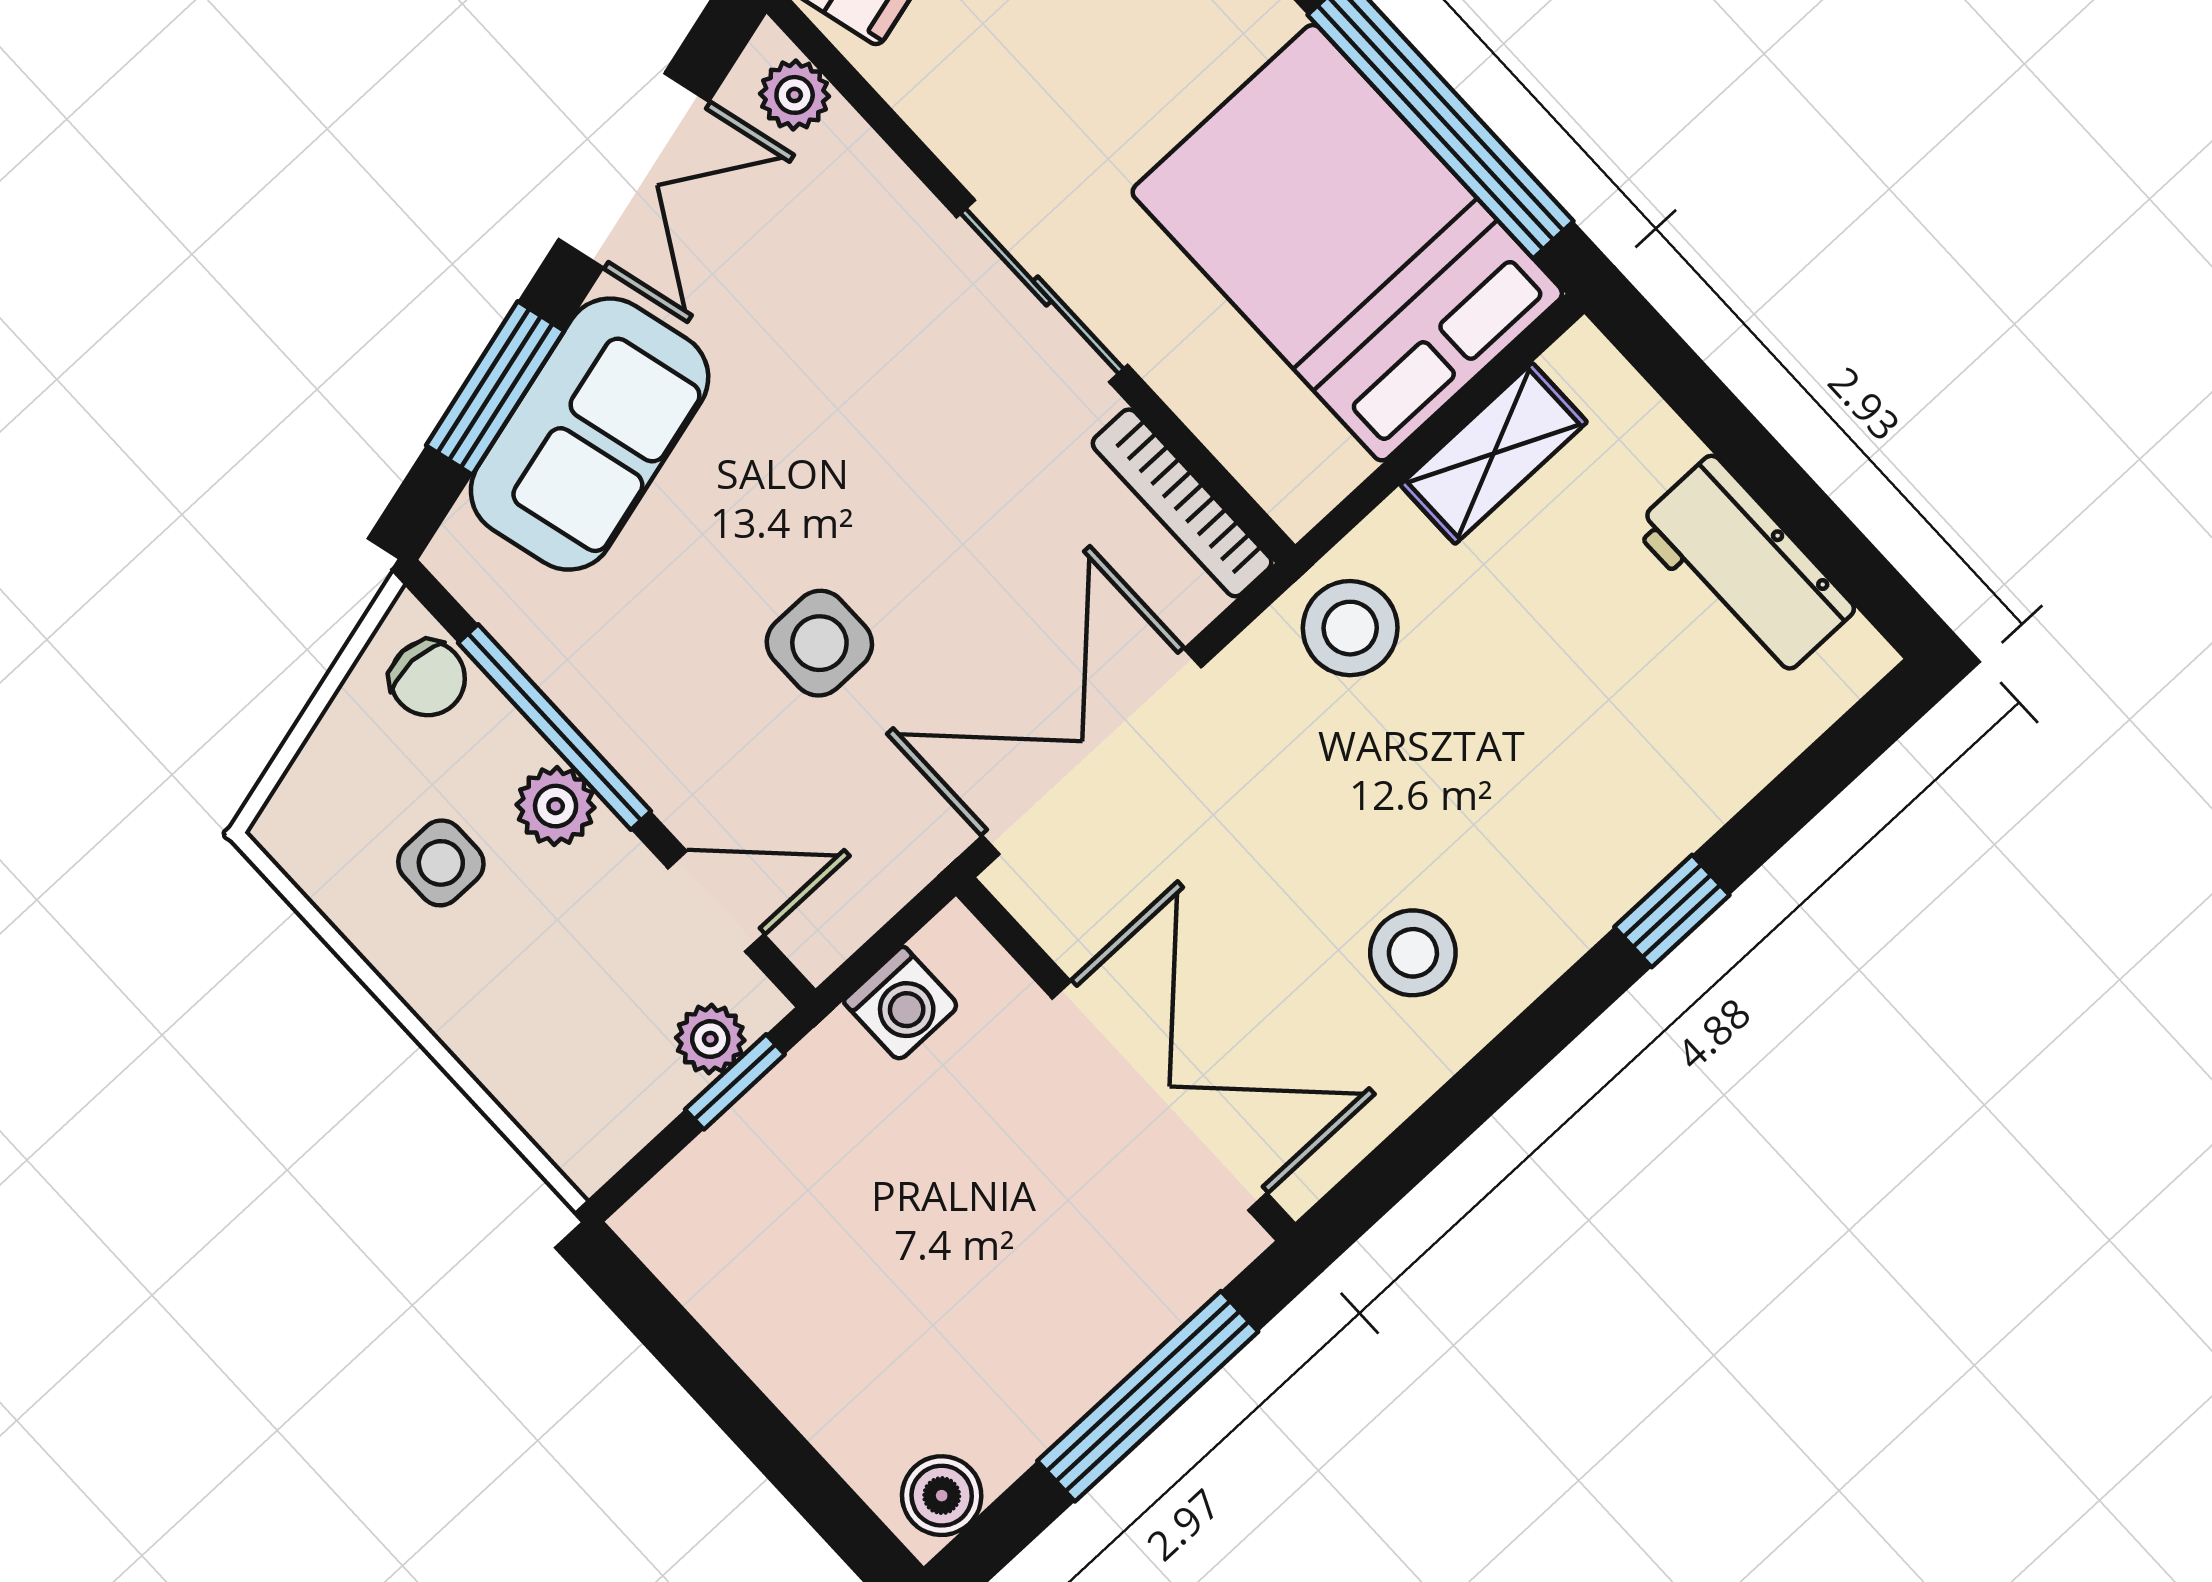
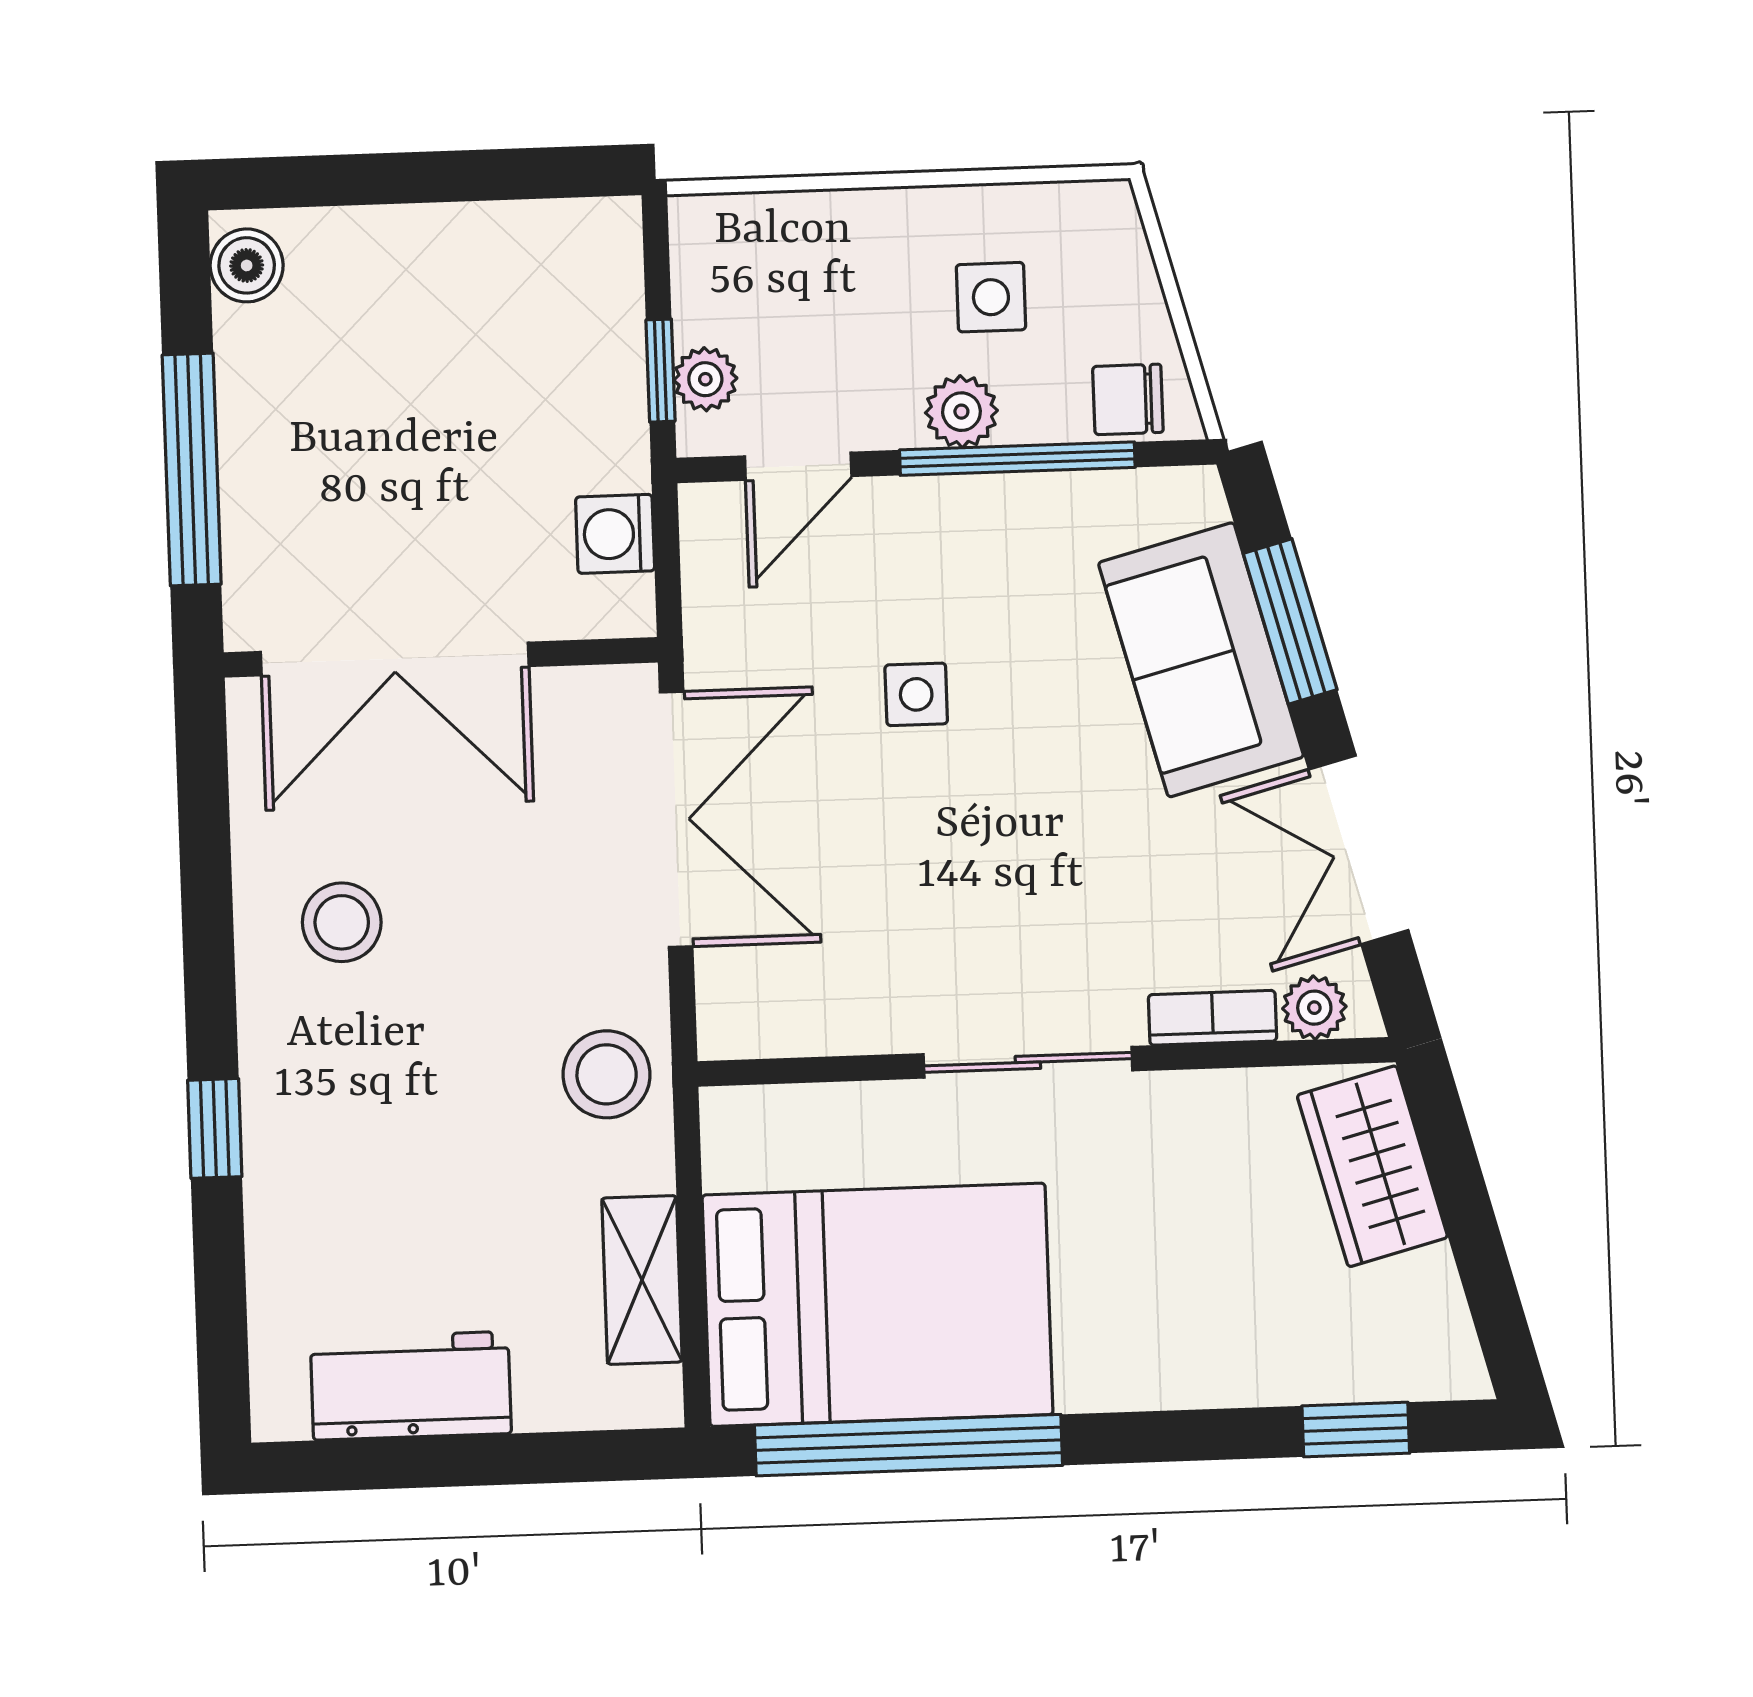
bookcase: (1182, 503) -> (1213, 1018), moved, width x0.64
side table: (819, 643) -> (916, 694), width x0.73, depth x0.73

